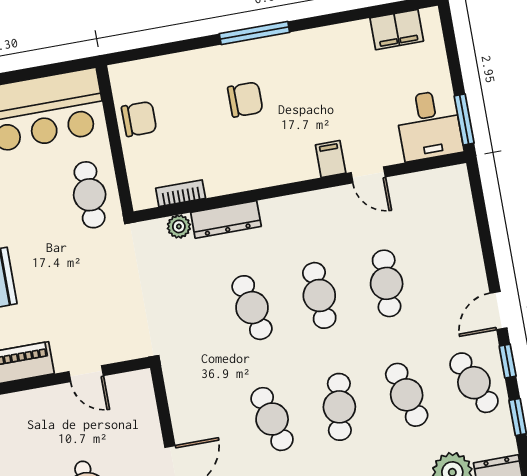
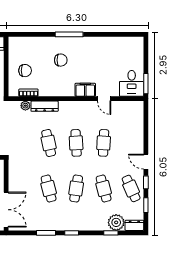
filing cabinet: (397, 30) -> (126, 43), removed
chair: (139, 119) -> (25, 71), moved
filing cabinet: (331, 159) -> (85, 90), width x2.00
door: (499, 311) -> (146, 162), hinge flipped

